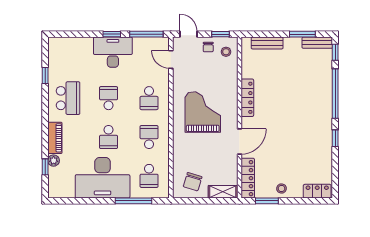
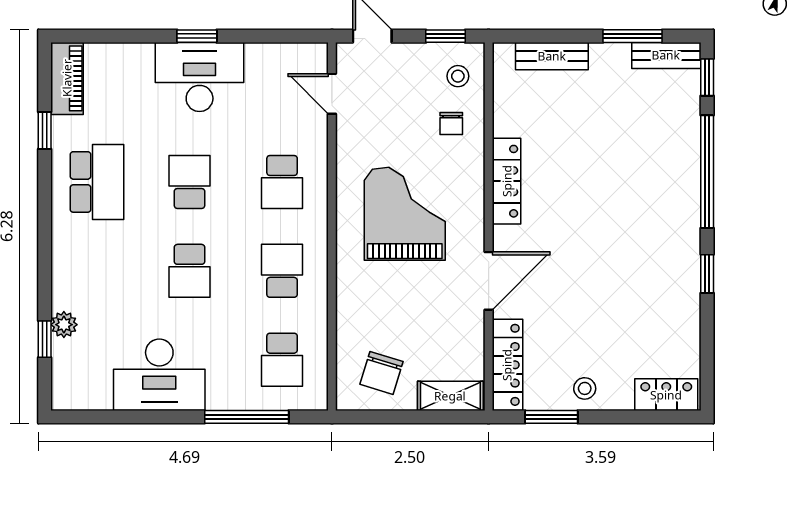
window: (146, 34) -> (276, 36), removed
chair: (208, 47) -> (451, 124), moved
piano: (55, 138) -> (67, 78), moved
desk: (103, 178) -> (159, 375), width x0.73, depth x0.77

